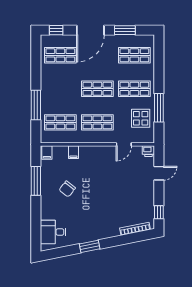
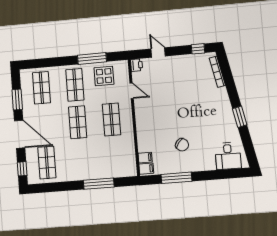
shop shelf: (60, 122) -> (114, 157), removed
filing cabinet: (73, 152) -> (145, 158), moved

